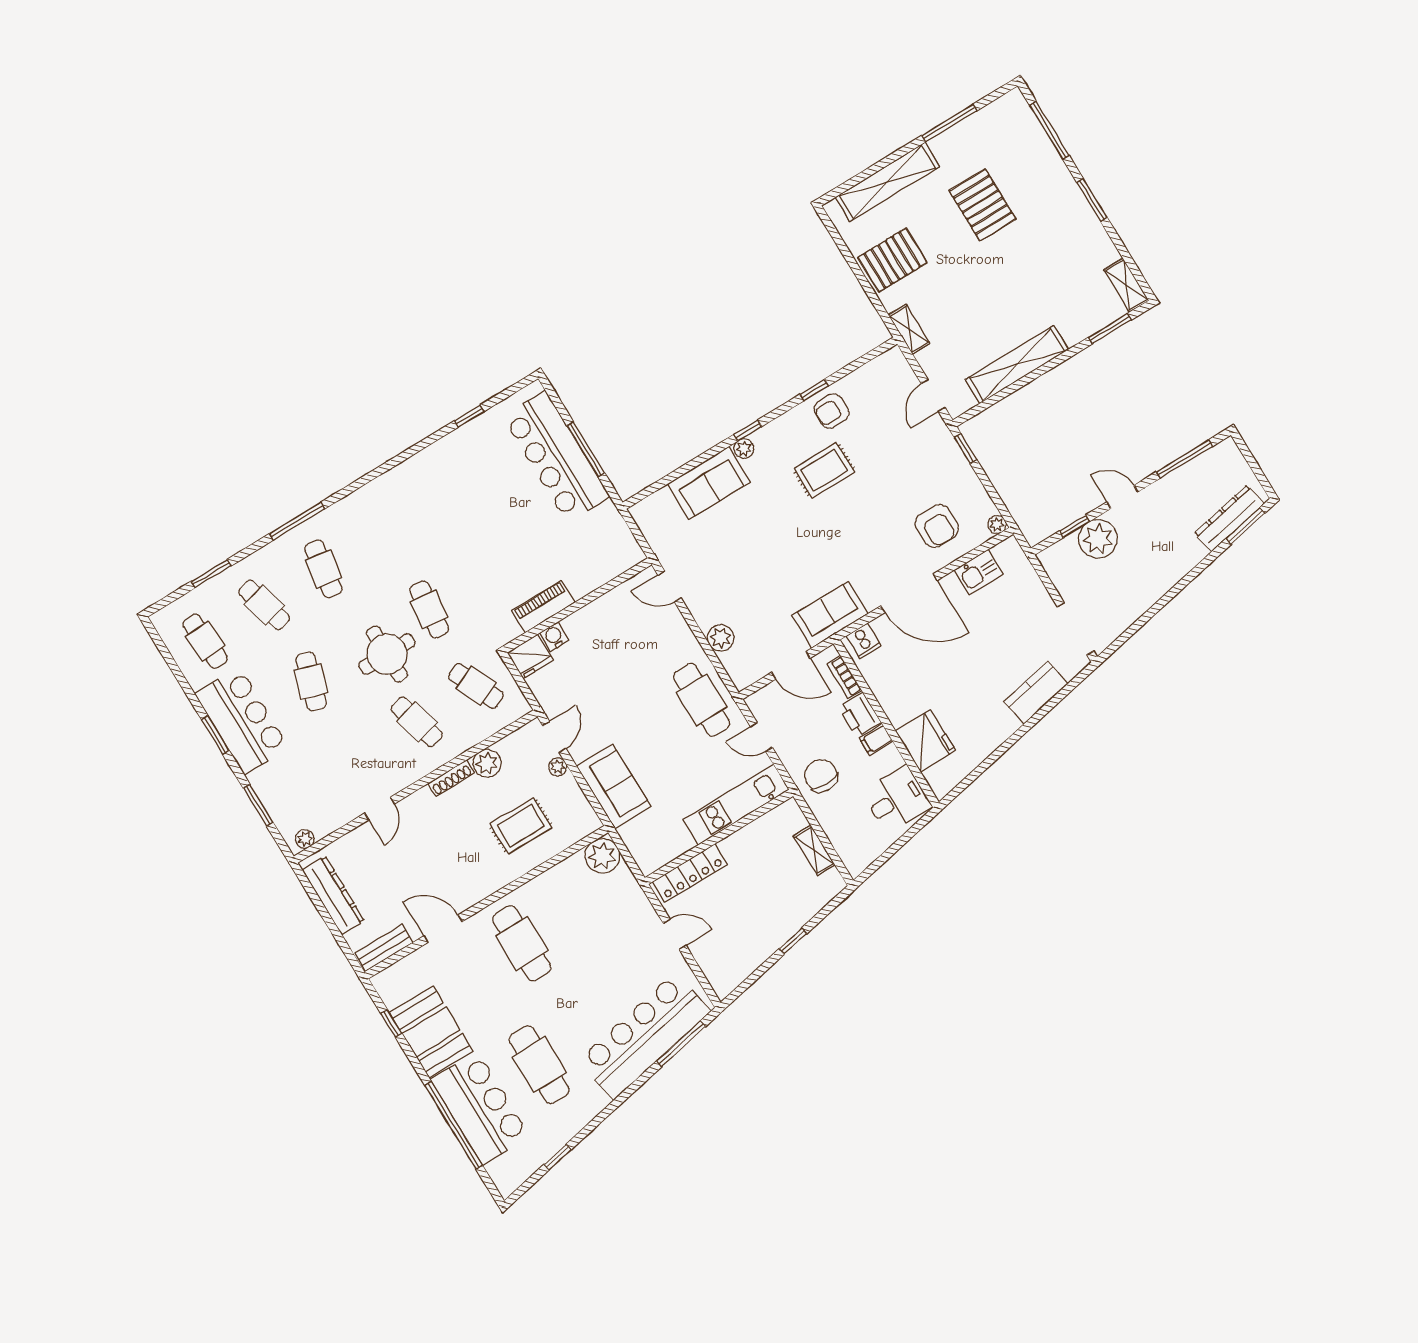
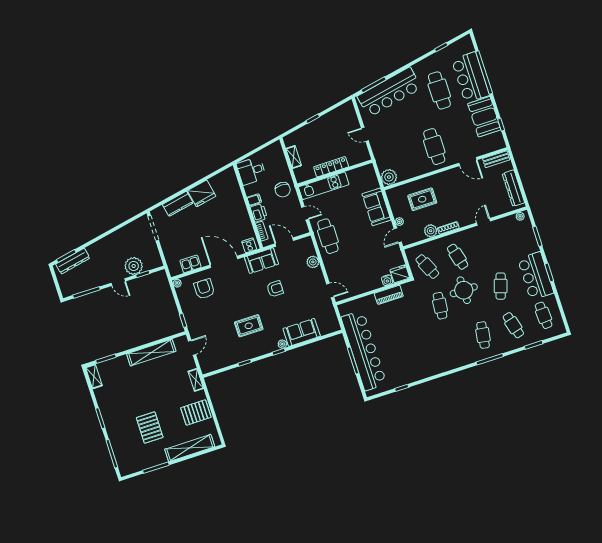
armchair: (831, 411) -> (275, 289), moved
bar counter: (556, 457) -> (364, 351), width x1.36
fridge: (925, 741) -> (202, 193), moved, turned -101
locker: (690, 873) -> (331, 167), moved

